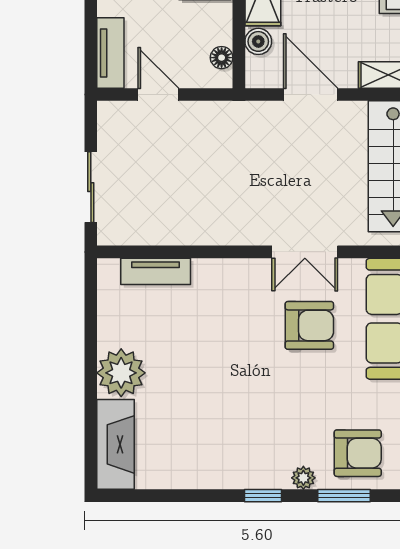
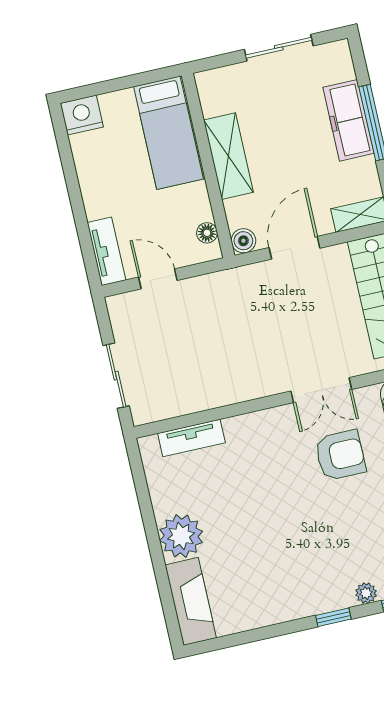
boiler: (258, 41) -> (243, 241), moved
door: (311, 95) -> (294, 248), hinge flipped

